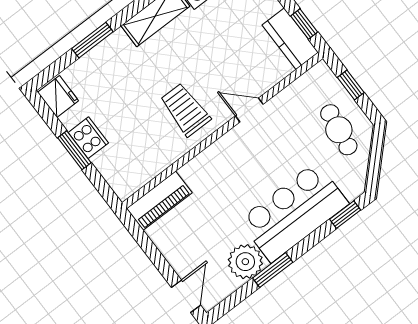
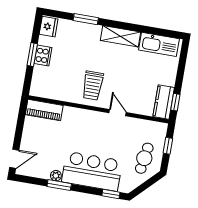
trolley: (185, 110) -> (93, 85), turned 180
plant: (245, 262) -> (56, 176), width x0.53, depth x0.53

